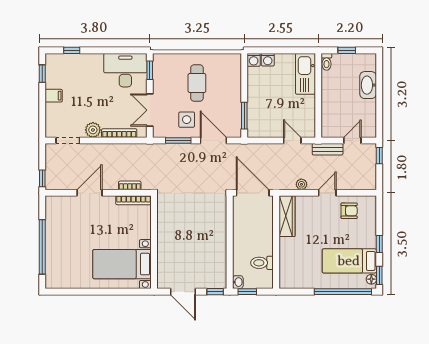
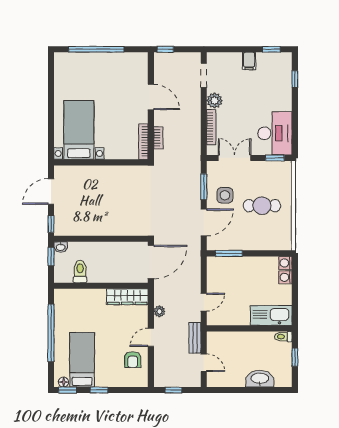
window: (379, 156) -> (173, 390), moved
door: (327, 193) -> (151, 337), swing flipped
window: (343, 292) -> (51, 333), moved

